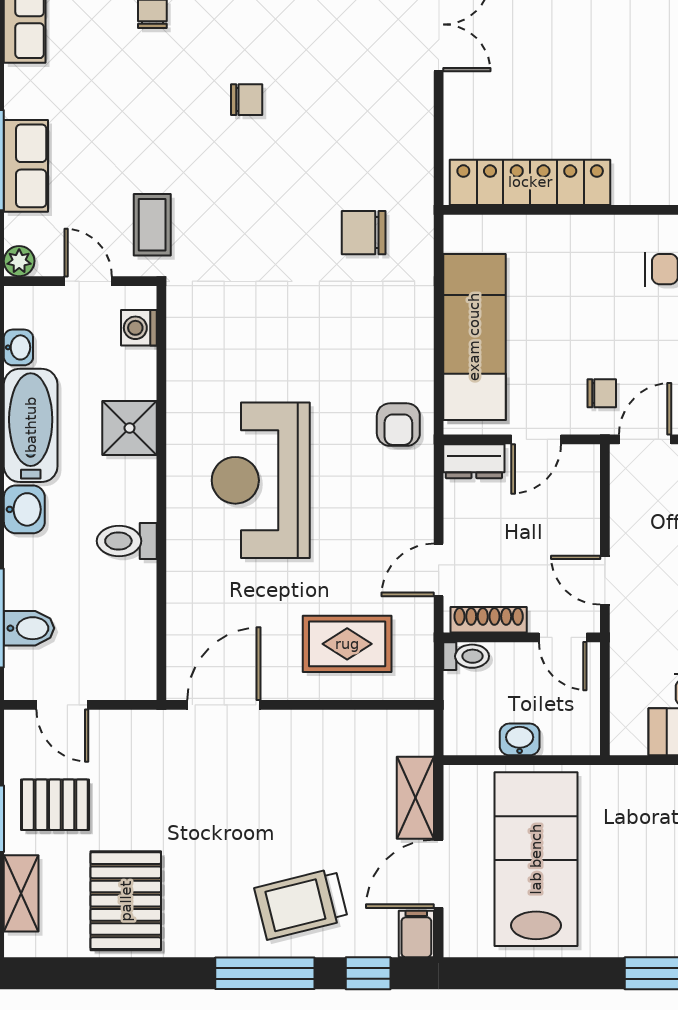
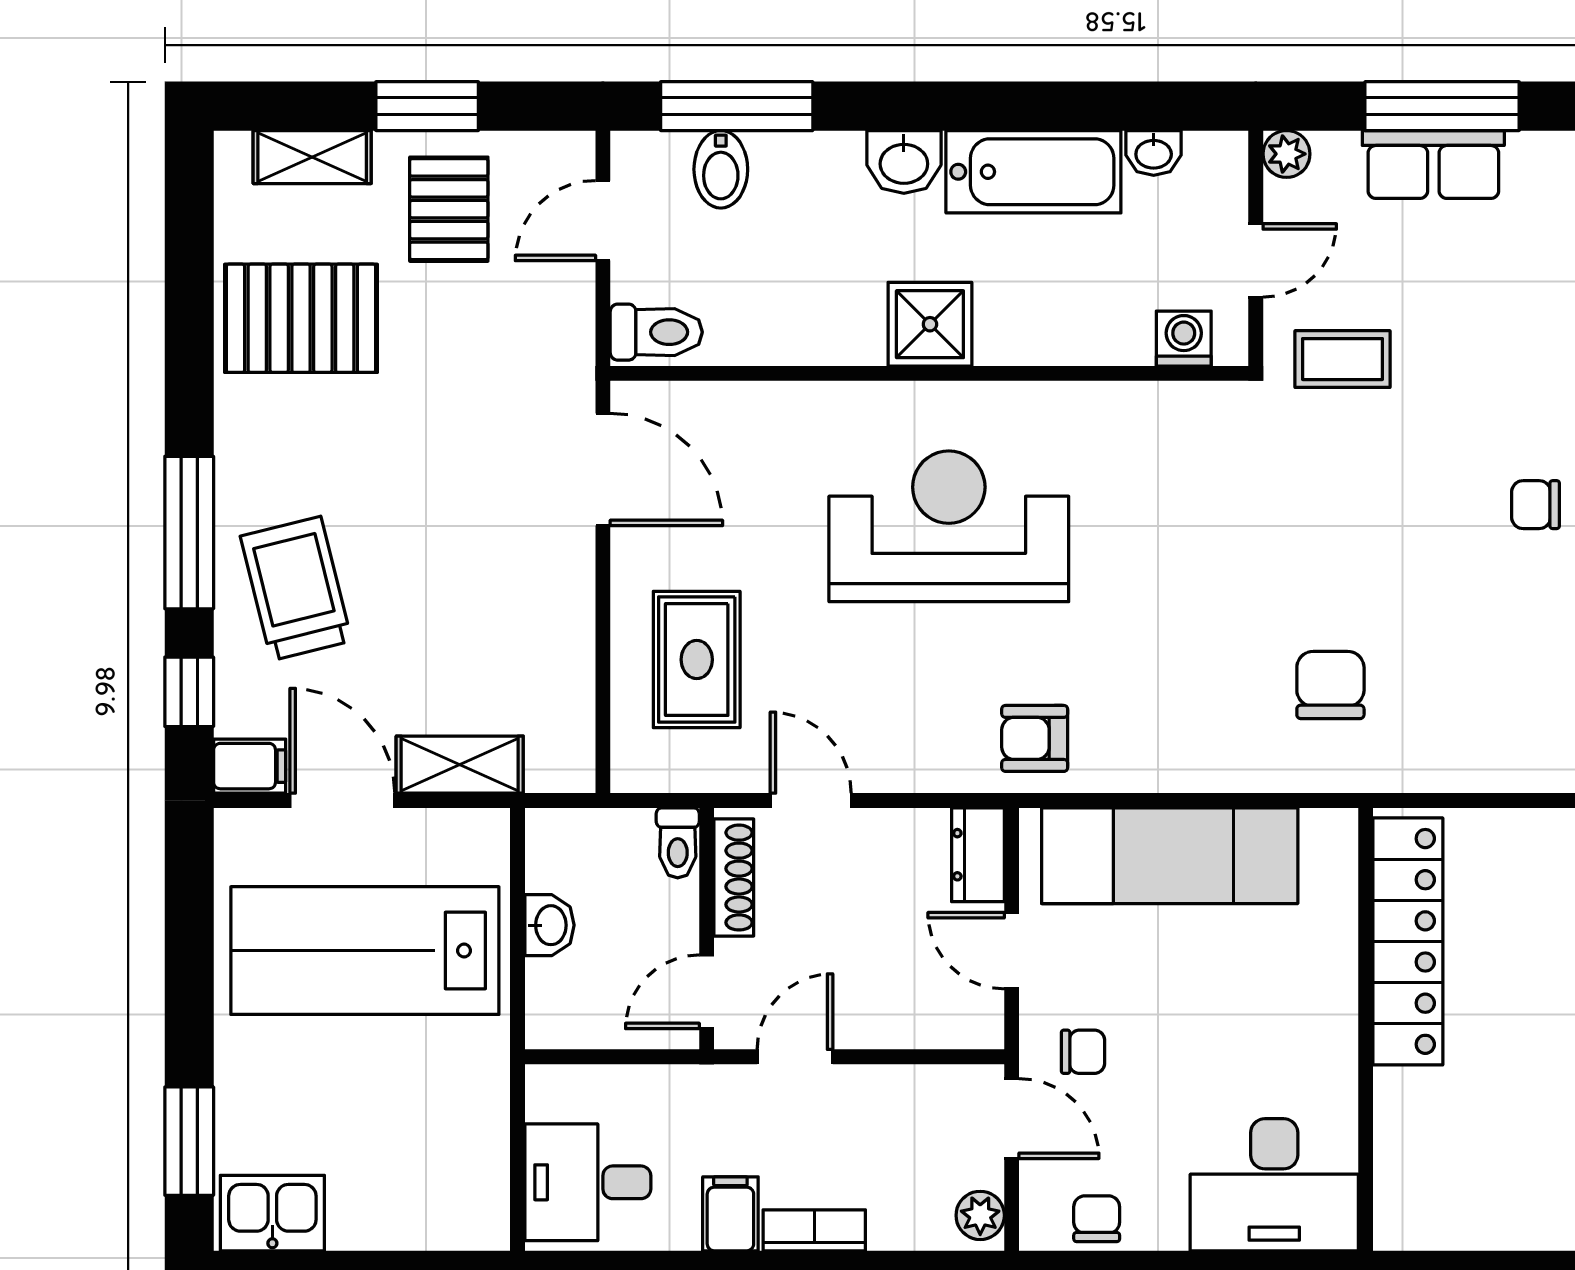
chair: (247, 100) -> (1535, 505), turned 90
chair: (602, 393) -> (1083, 1052), turned -90
shower: (130, 428) -> (930, 324), moved
toilet: (127, 541) -> (656, 332), moved, turned 90
lab bench: (536, 859) -> (365, 951), turned 180

